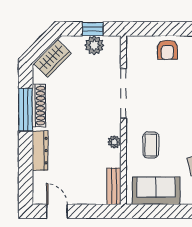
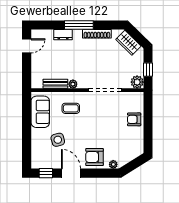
plant: (94, 45) -> (137, 82), moved
window: (26, 110) -> (79, 25), moved
dresser: (40, 151) -> (63, 35), width x0.70
bench: (114, 186) -> (55, 84), moved

